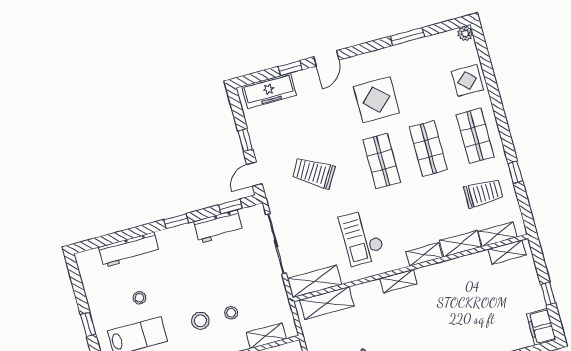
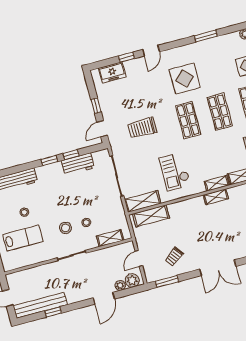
freezer: (269, 91) -> (112, 72), width x0.71
trolley: (314, 173) -> (142, 128), turned -31
window: (230, 207) -> (71, 155), moved
shelving: (398, 281) -> (216, 197), moved

